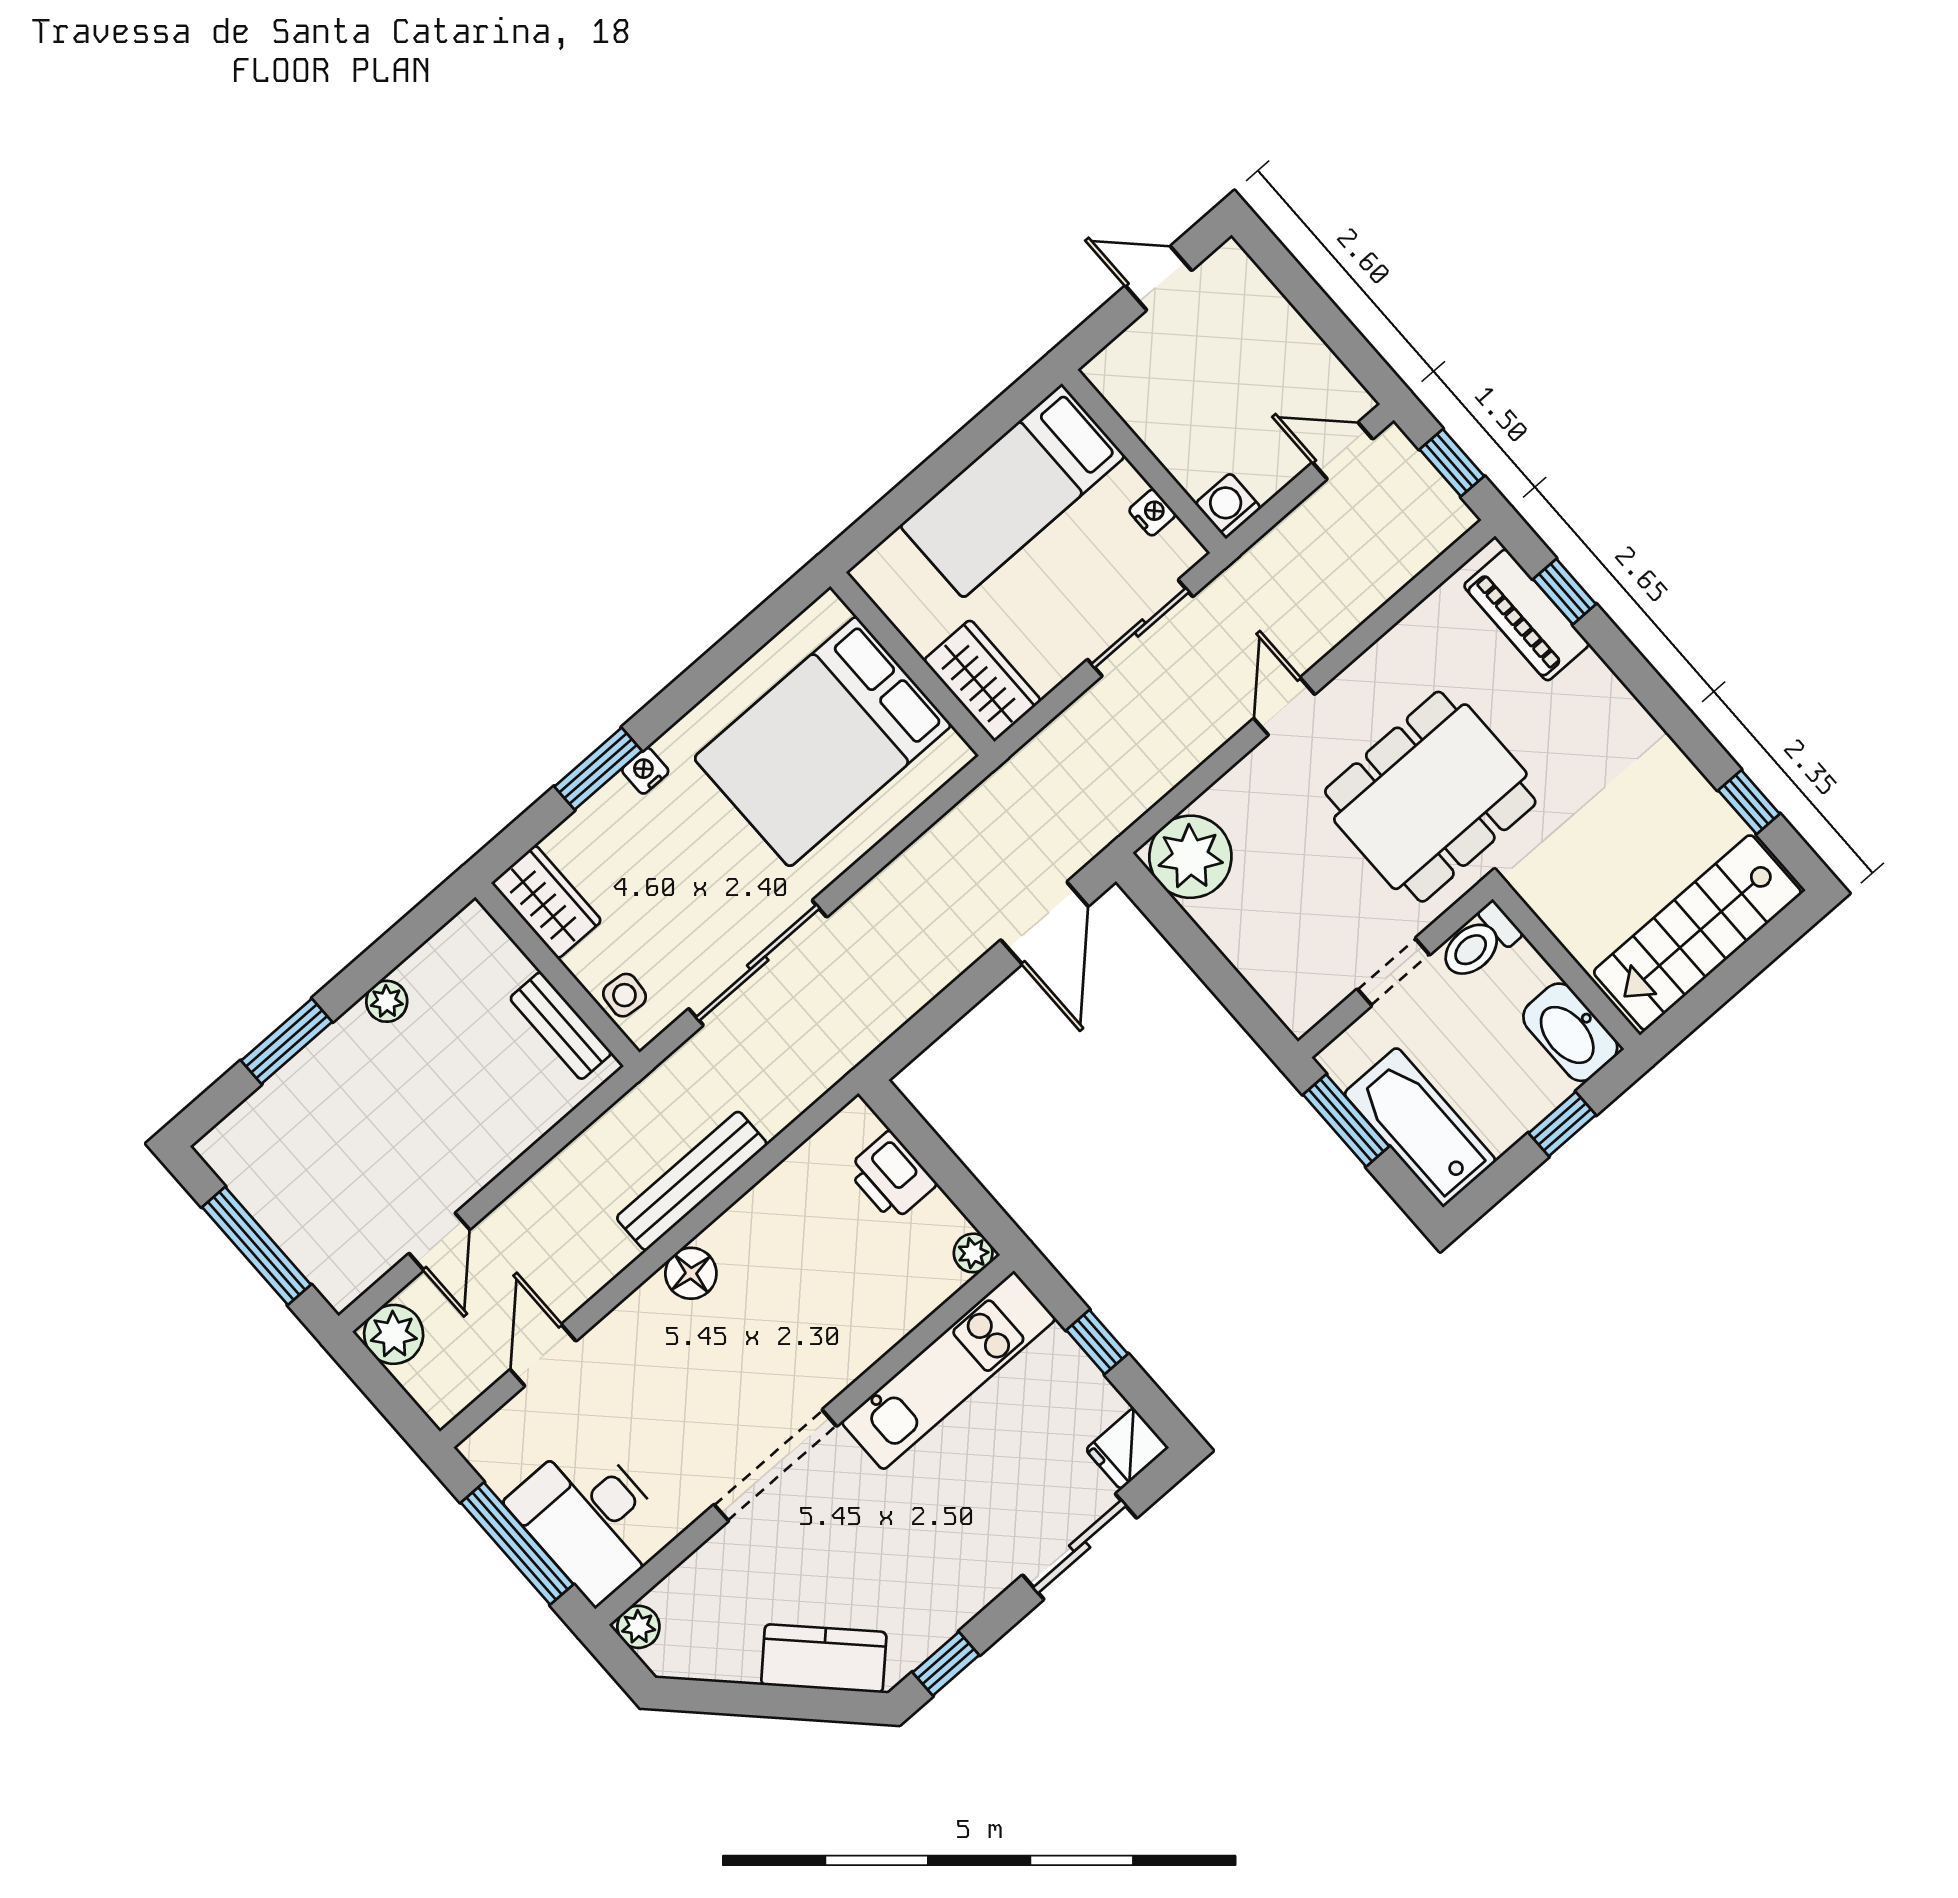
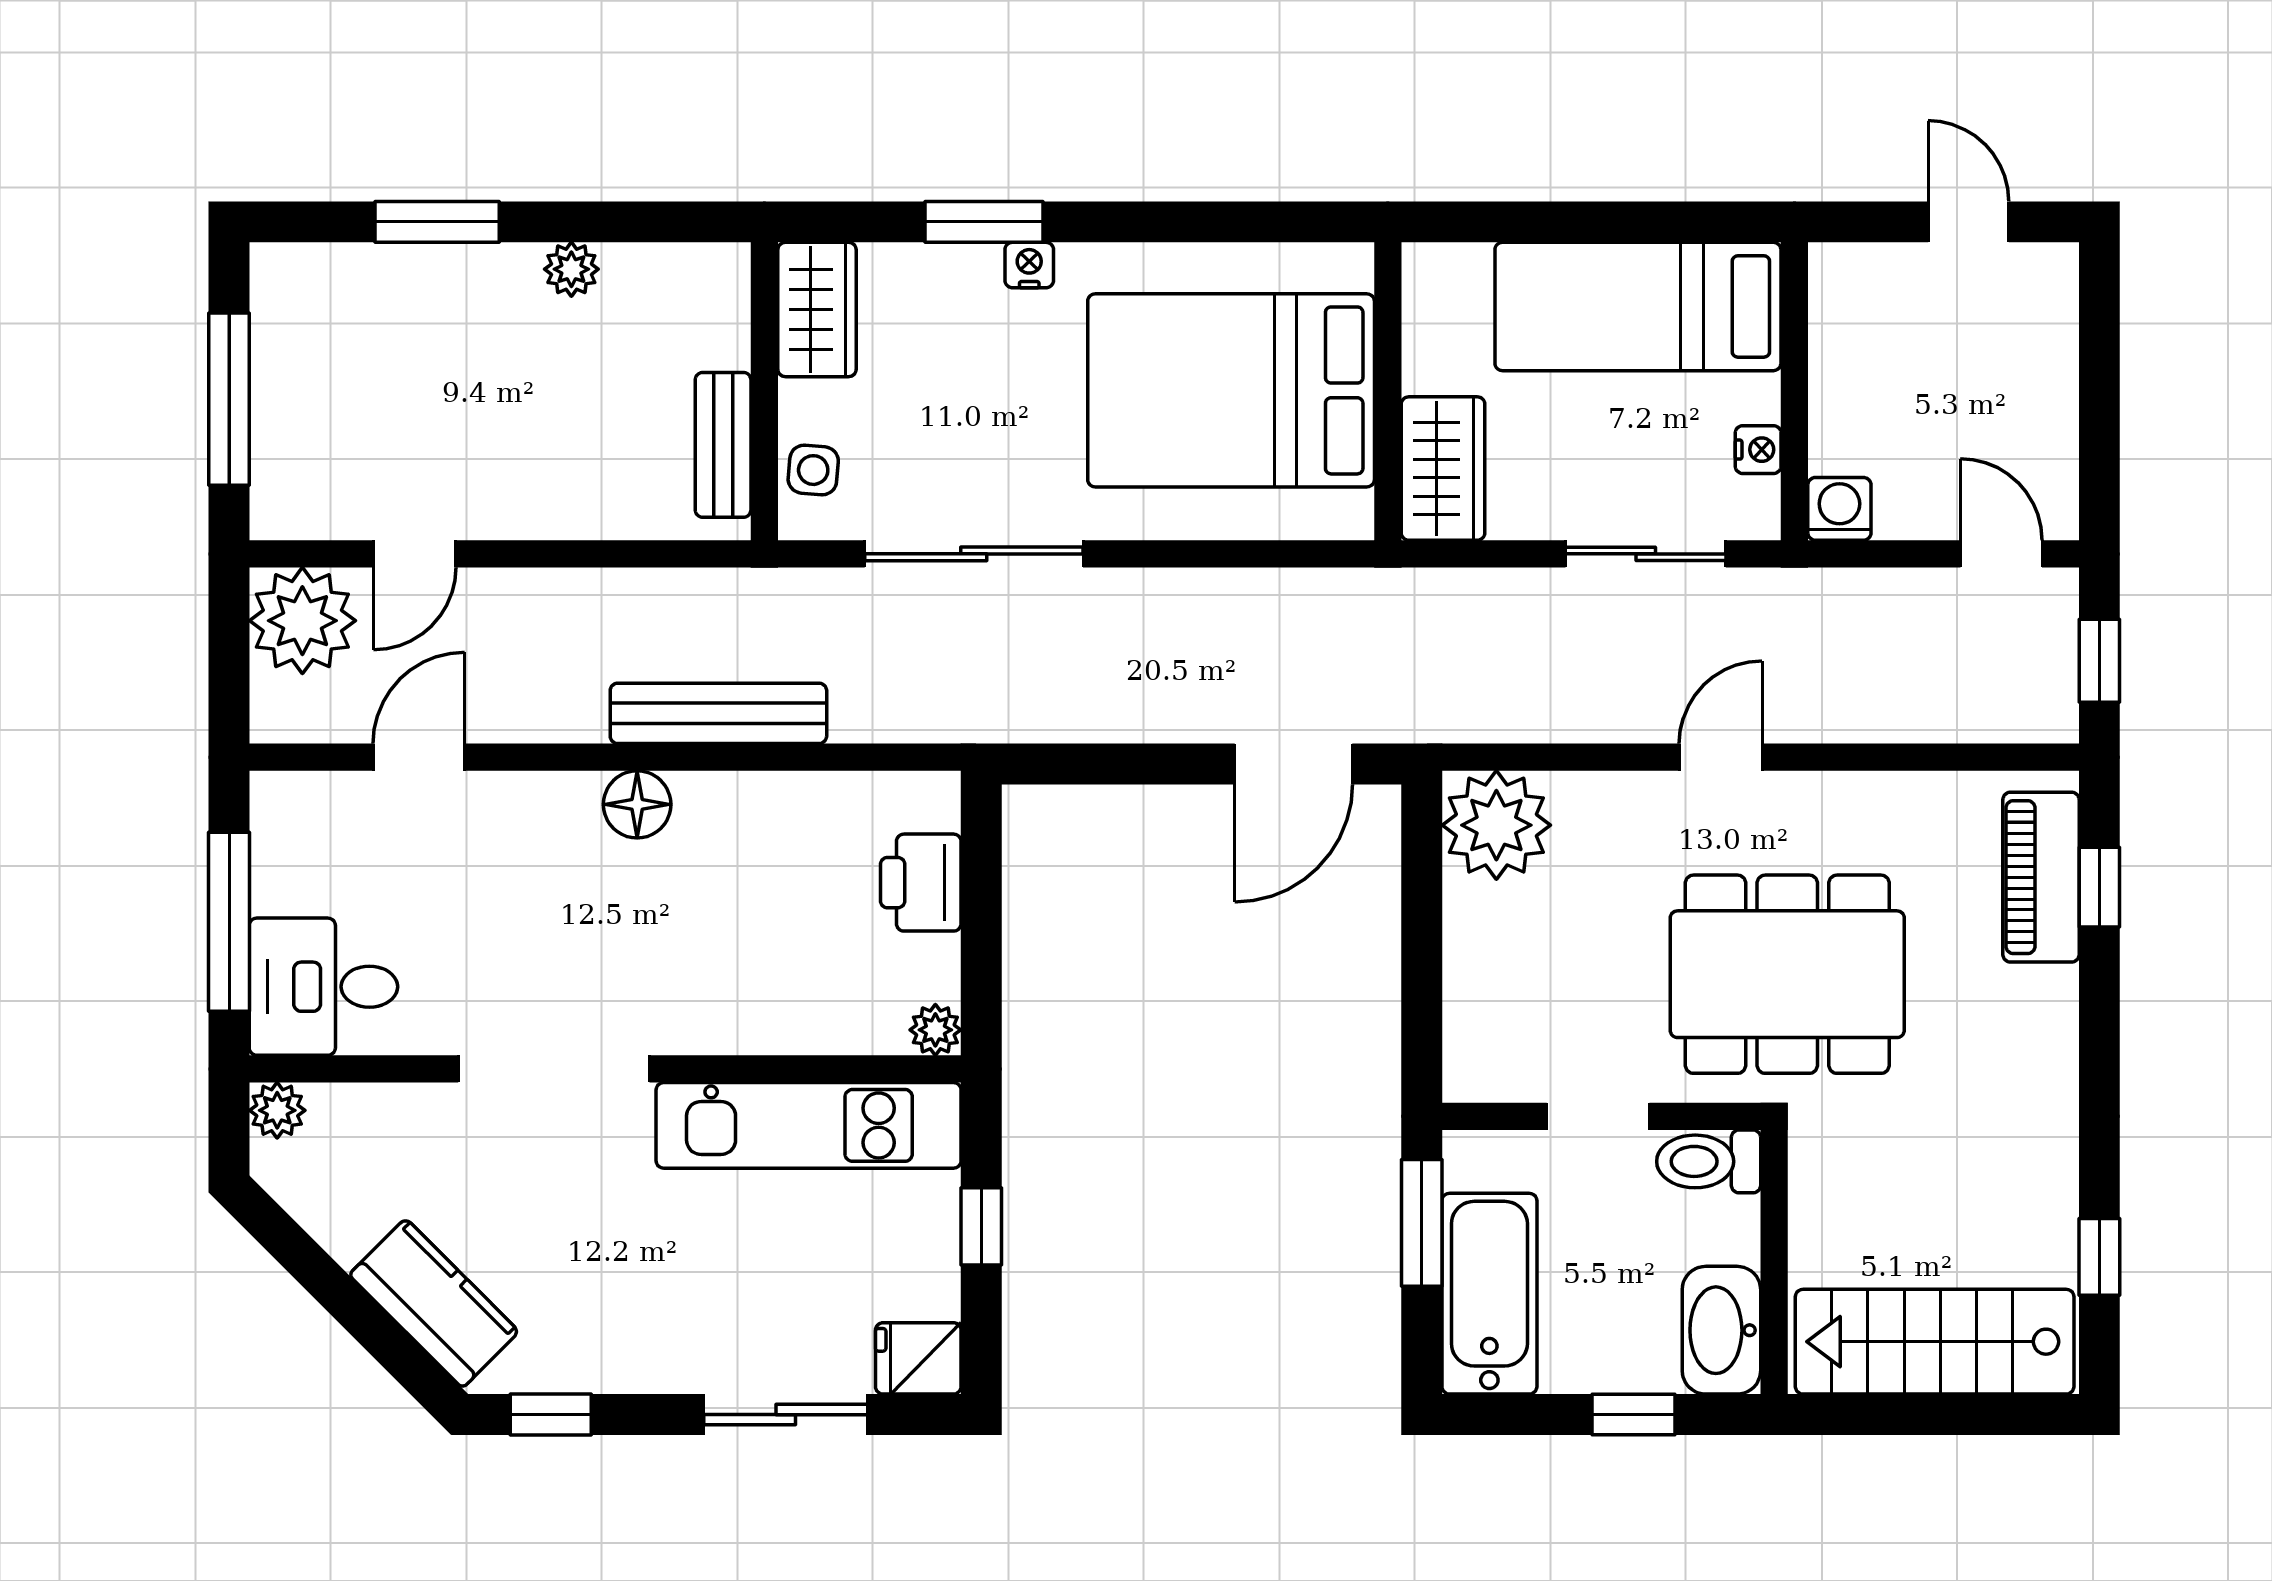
plant: (394, 1334) -> (302, 621), width x1.36, depth x1.36
desk: (590, 1519) -> (323, 987), width x0.73

